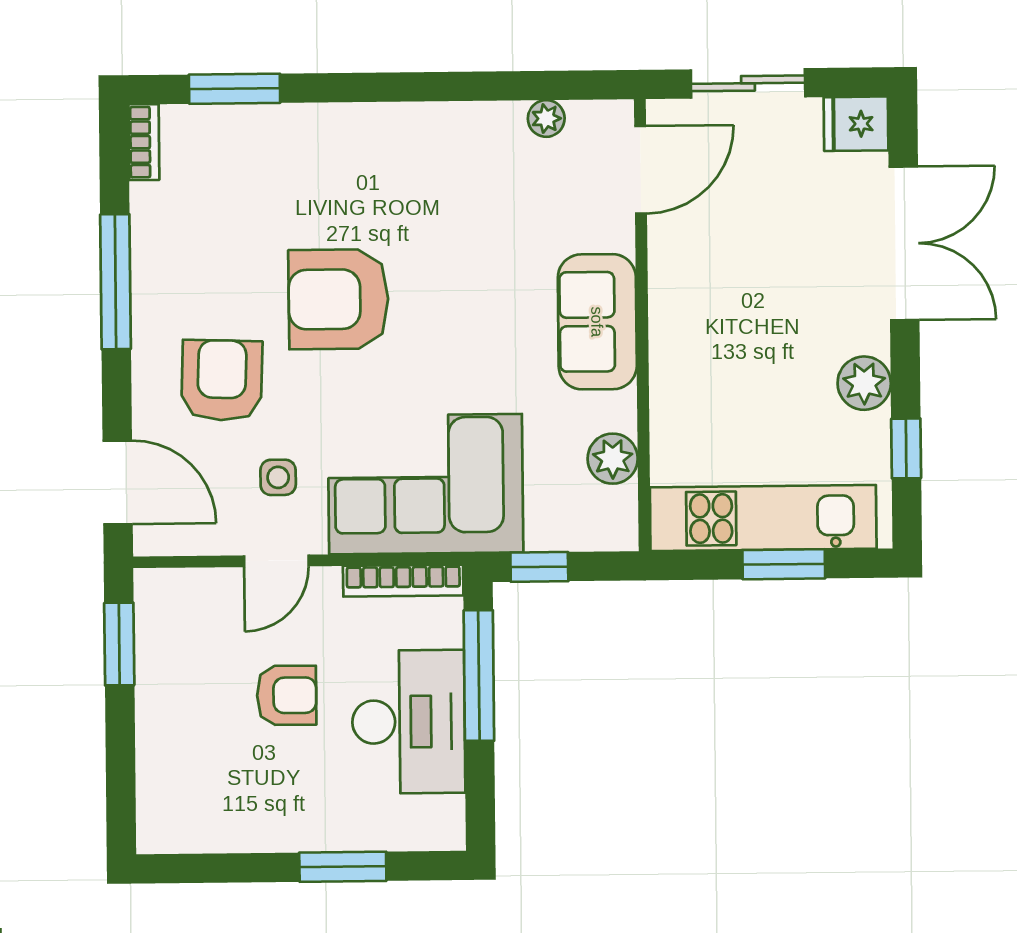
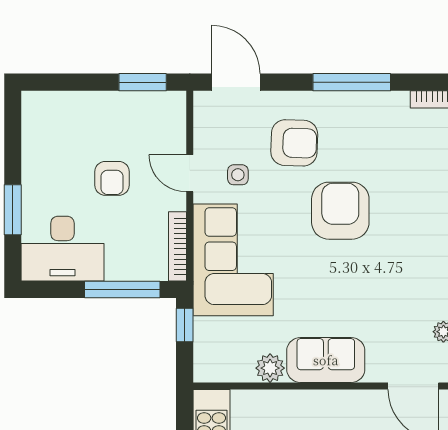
plant: (613, 459) -> (270, 368), moved
door: (118, 482) -> (236, 82), swing flipped
desk: (409, 722) -> (62, 249), moved

